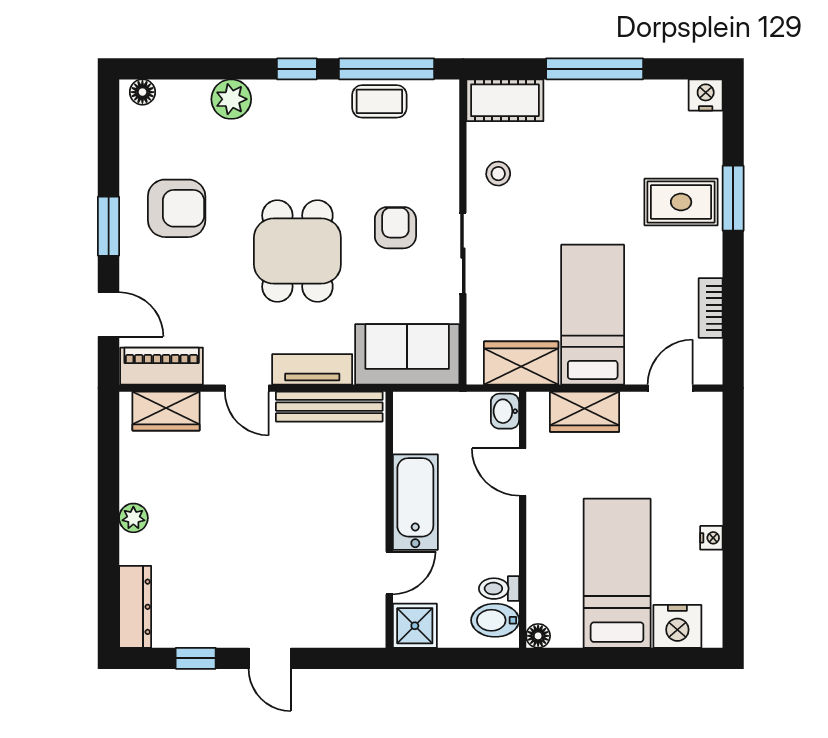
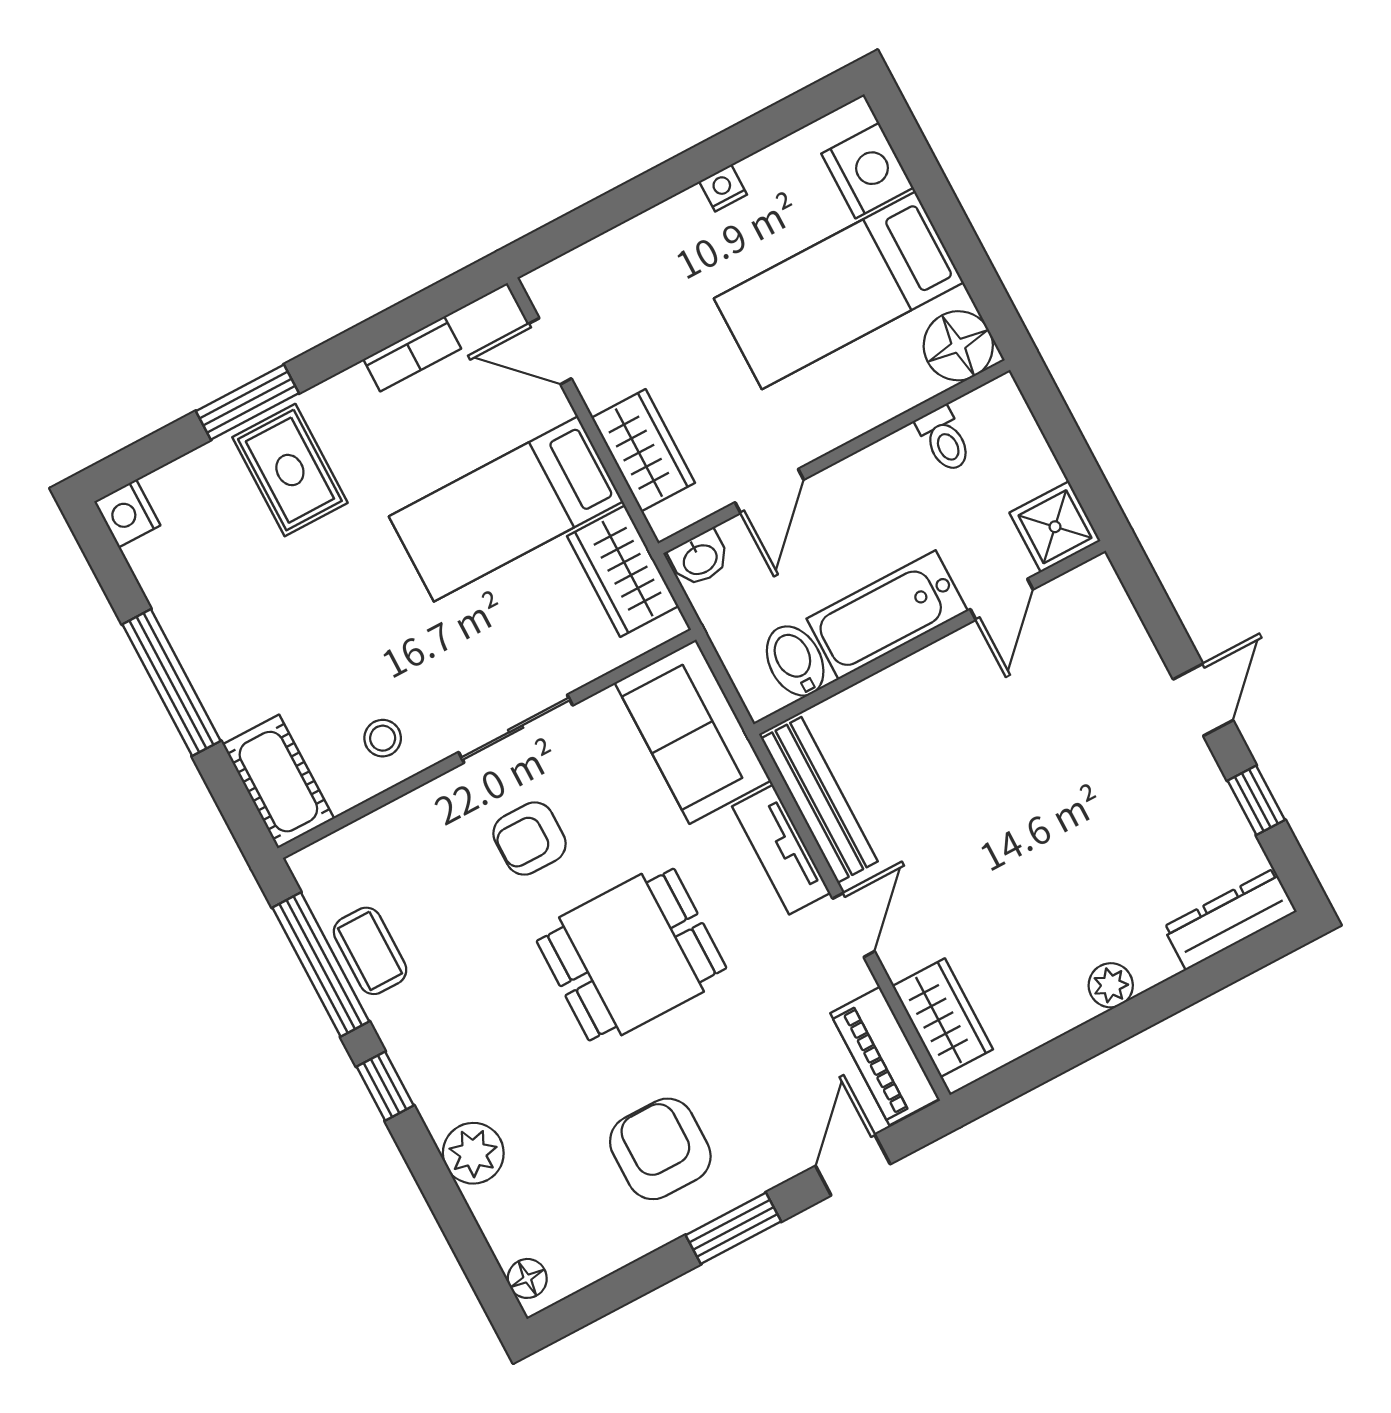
door: (389, 573) -> (1002, 599), swing flipped
bidet: (495, 620) -> (795, 661), moved, turned 180
floor lamp: (538, 636) -> (958, 346), width x1.89, depth x1.89

